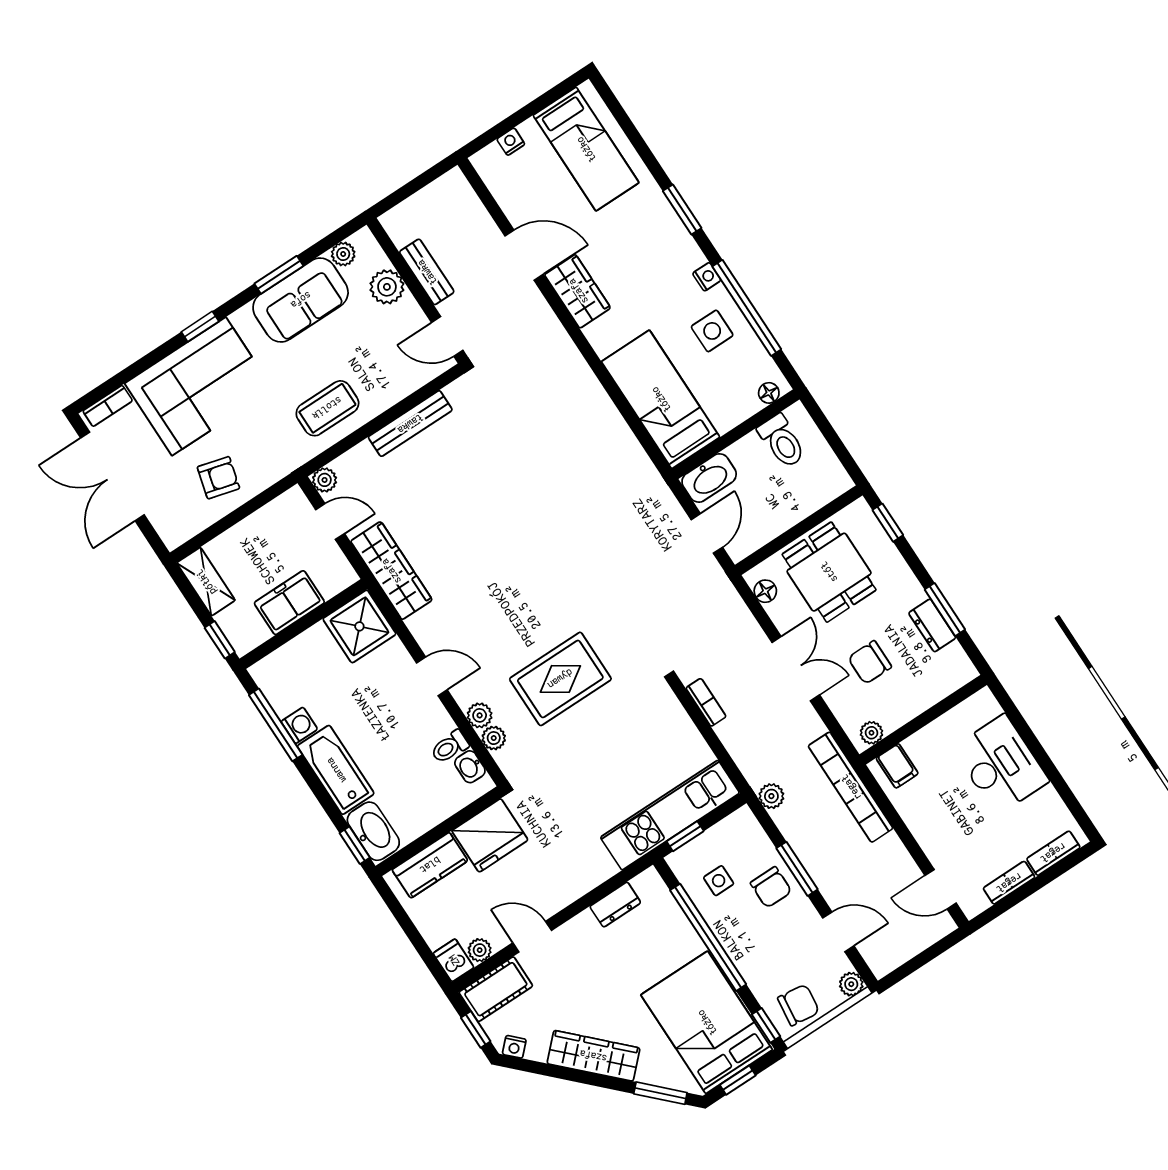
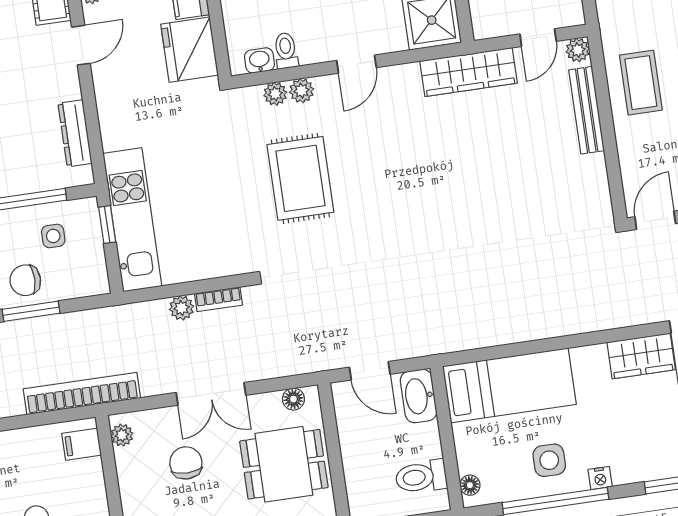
bench: (410, 424) -> (587, 110), moved
plant: (771, 796) -> (182, 308), moved
dresser: (615, 905) -> (75, 133), width x1.44

